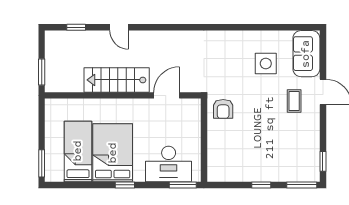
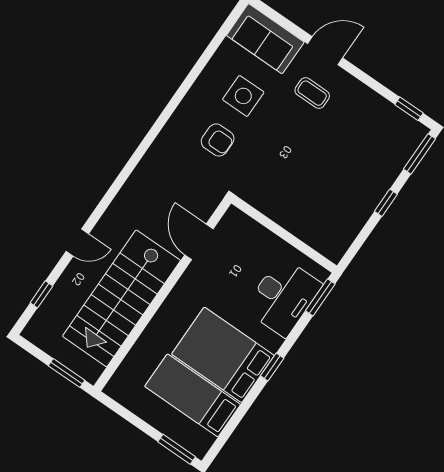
stairs: (117, 80) -> (121, 298), width x1.36, depth x1.51
armchair: (223, 109) -> (218, 140), moved

